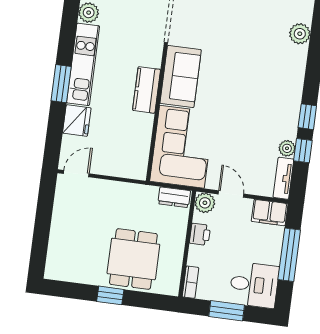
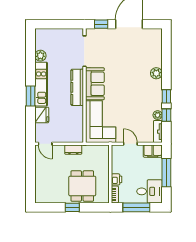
plant: (300, 34) -> (156, 73), moved
kitchen counter: (147, 90) -> (77, 87), width x1.50
door: (76, 174) -> (45, 144), swing flipped
dresser: (174, 197) -> (73, 150), moved
plant: (205, 203) -> (117, 150), removed
printer: (200, 234) -> (117, 179), moved
window: (227, 311) -> (136, 207), width x1.44

